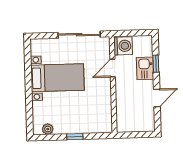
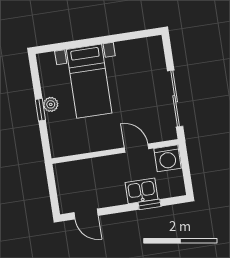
bed with nightstands: (57, 78) -> (89, 81), moved
door: (157, 98) -> (86, 214), moved
plant: (48, 129) -> (51, 104), moved

